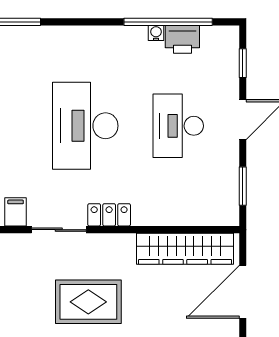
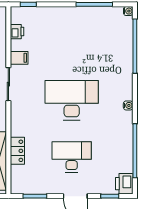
water cooler: (156, 33) -> (128, 105), moved
printer: (182, 39) -> (124, 184), moved
locker: (109, 215) -> (17, 151), moved

